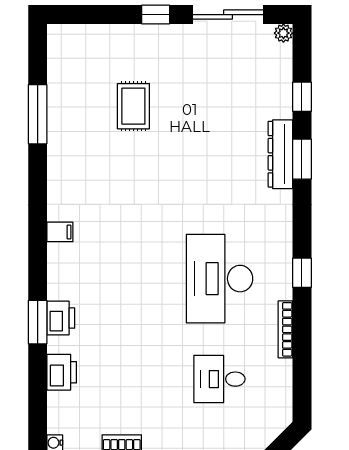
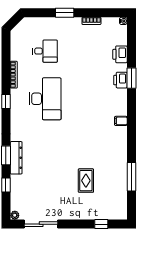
window: (156, 15) -> (101, 224), moved

